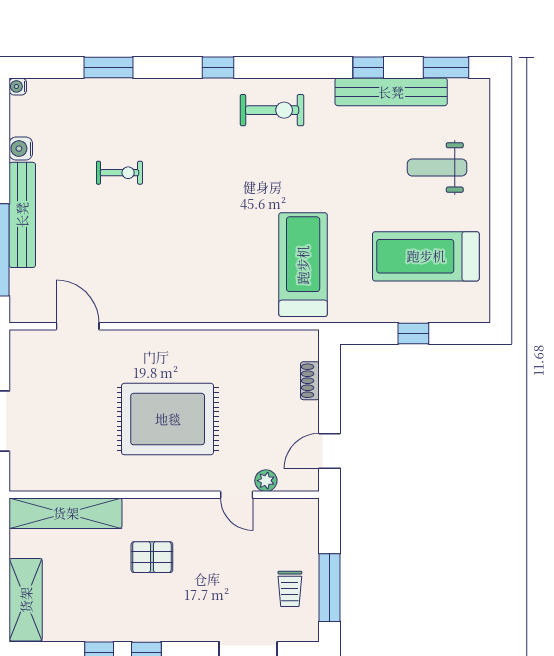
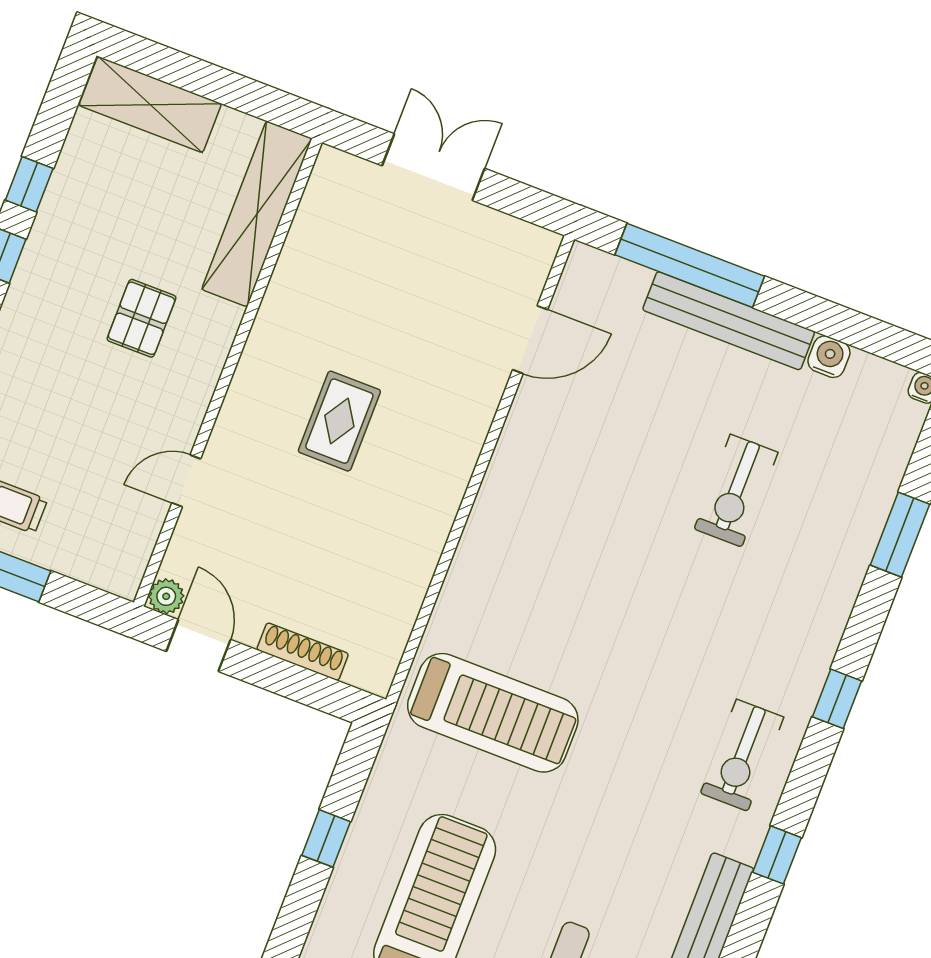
window: (368, 67) -> (777, 855), moved
exercise bike: (119, 173) -> (736, 491), width x1.38, depth x1.39
shoe rack: (310, 381) -> (303, 652), width x1.43
rug: (168, 419) -> (339, 421), width x0.54, depth x0.49
plant: (266, 481) -> (166, 596), moved

